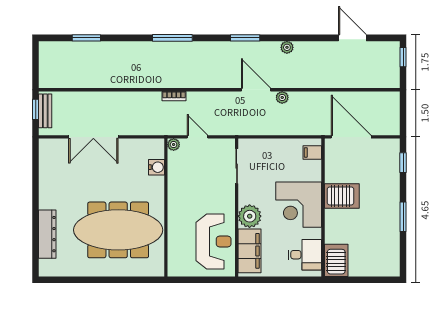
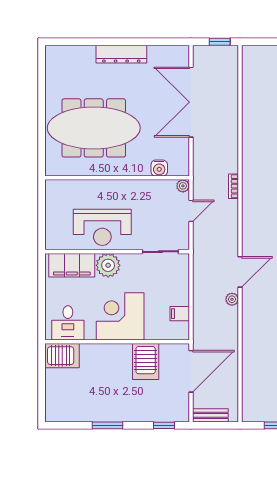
bench: (45, 111) -> (210, 415), moved
double door: (93, 137) -> (191, 102), width x1.36
filing cabinet: (312, 152) -> (180, 314), moved, turned -90
server rack: (342, 196) -> (146, 362), moved
meeting table: (118, 230) -> (94, 128), turned 90
dresser: (47, 234) -> (121, 54), moved
reception desk: (214, 241) -> (102, 227), moved

